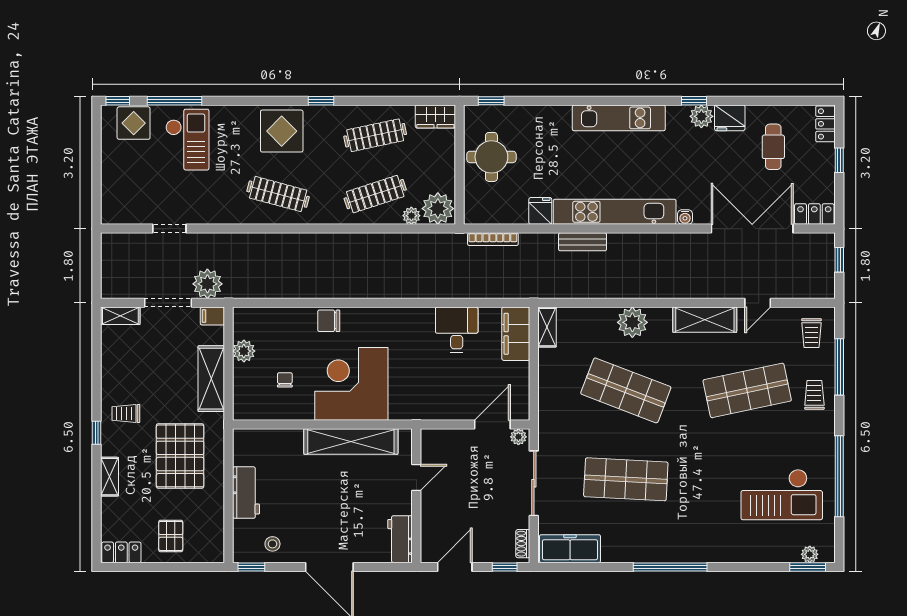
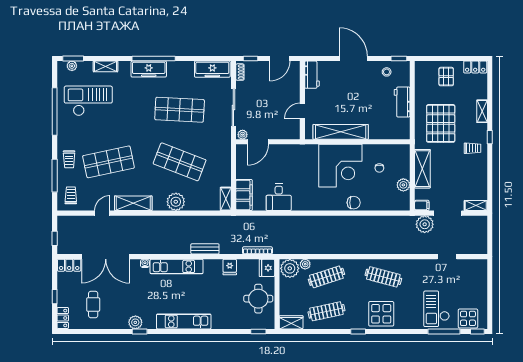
fridge: (730, 118) -> (267, 268), moved, turned -90
kitchen unit: (615, 212) -> (177, 266), width x0.73
freezer: (679, 549) -> (149, 69), added
shelving: (752, 553) -> (106, 66), added

